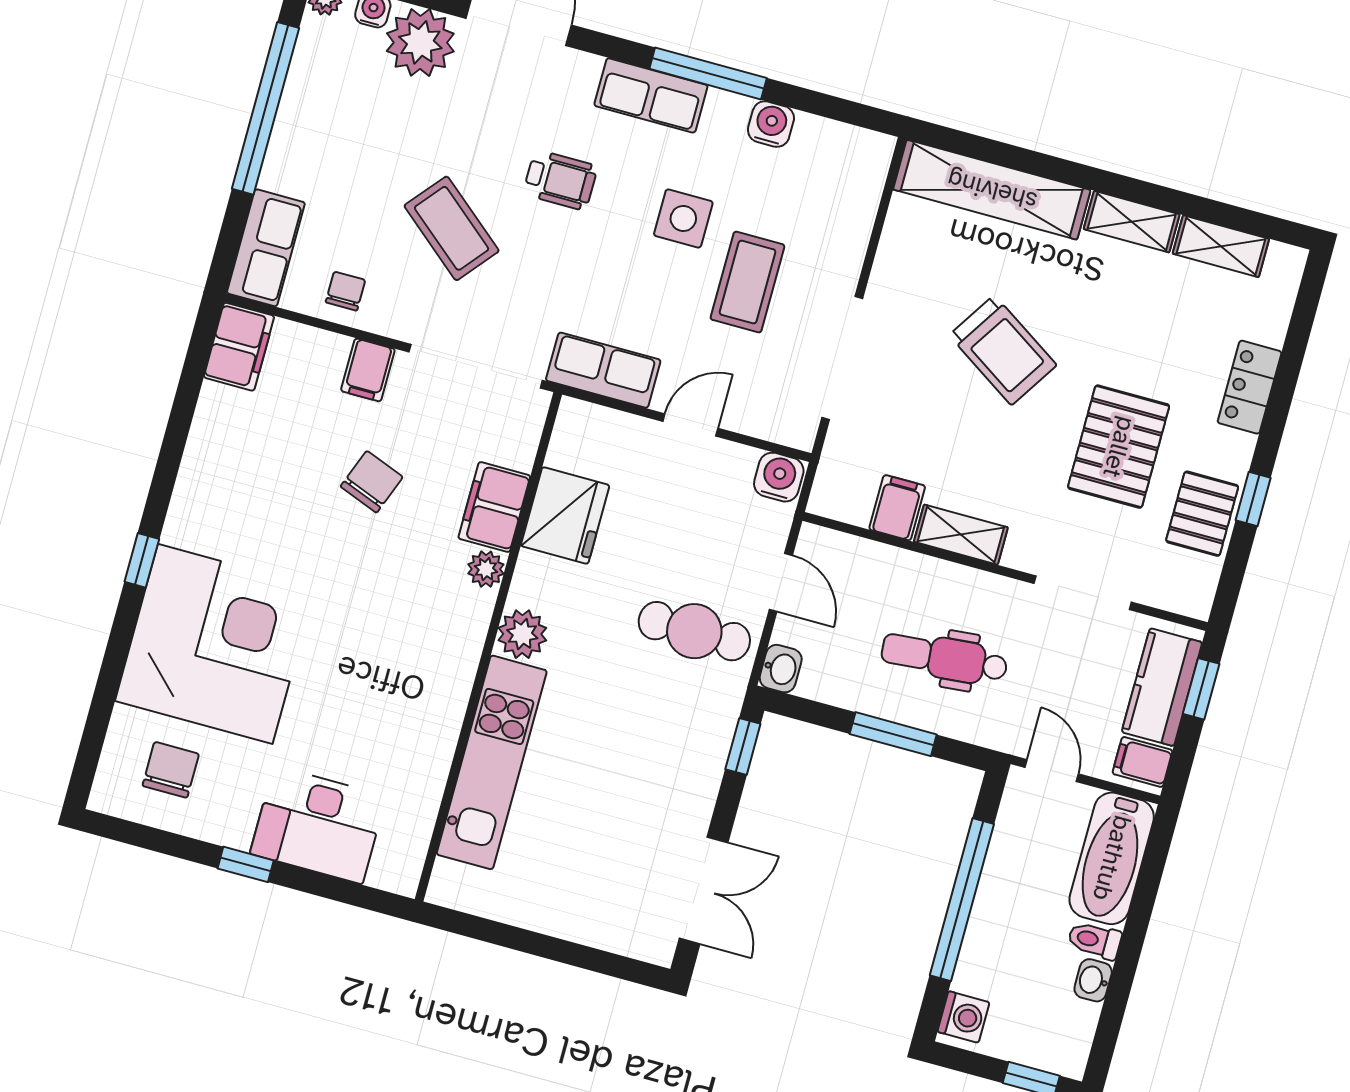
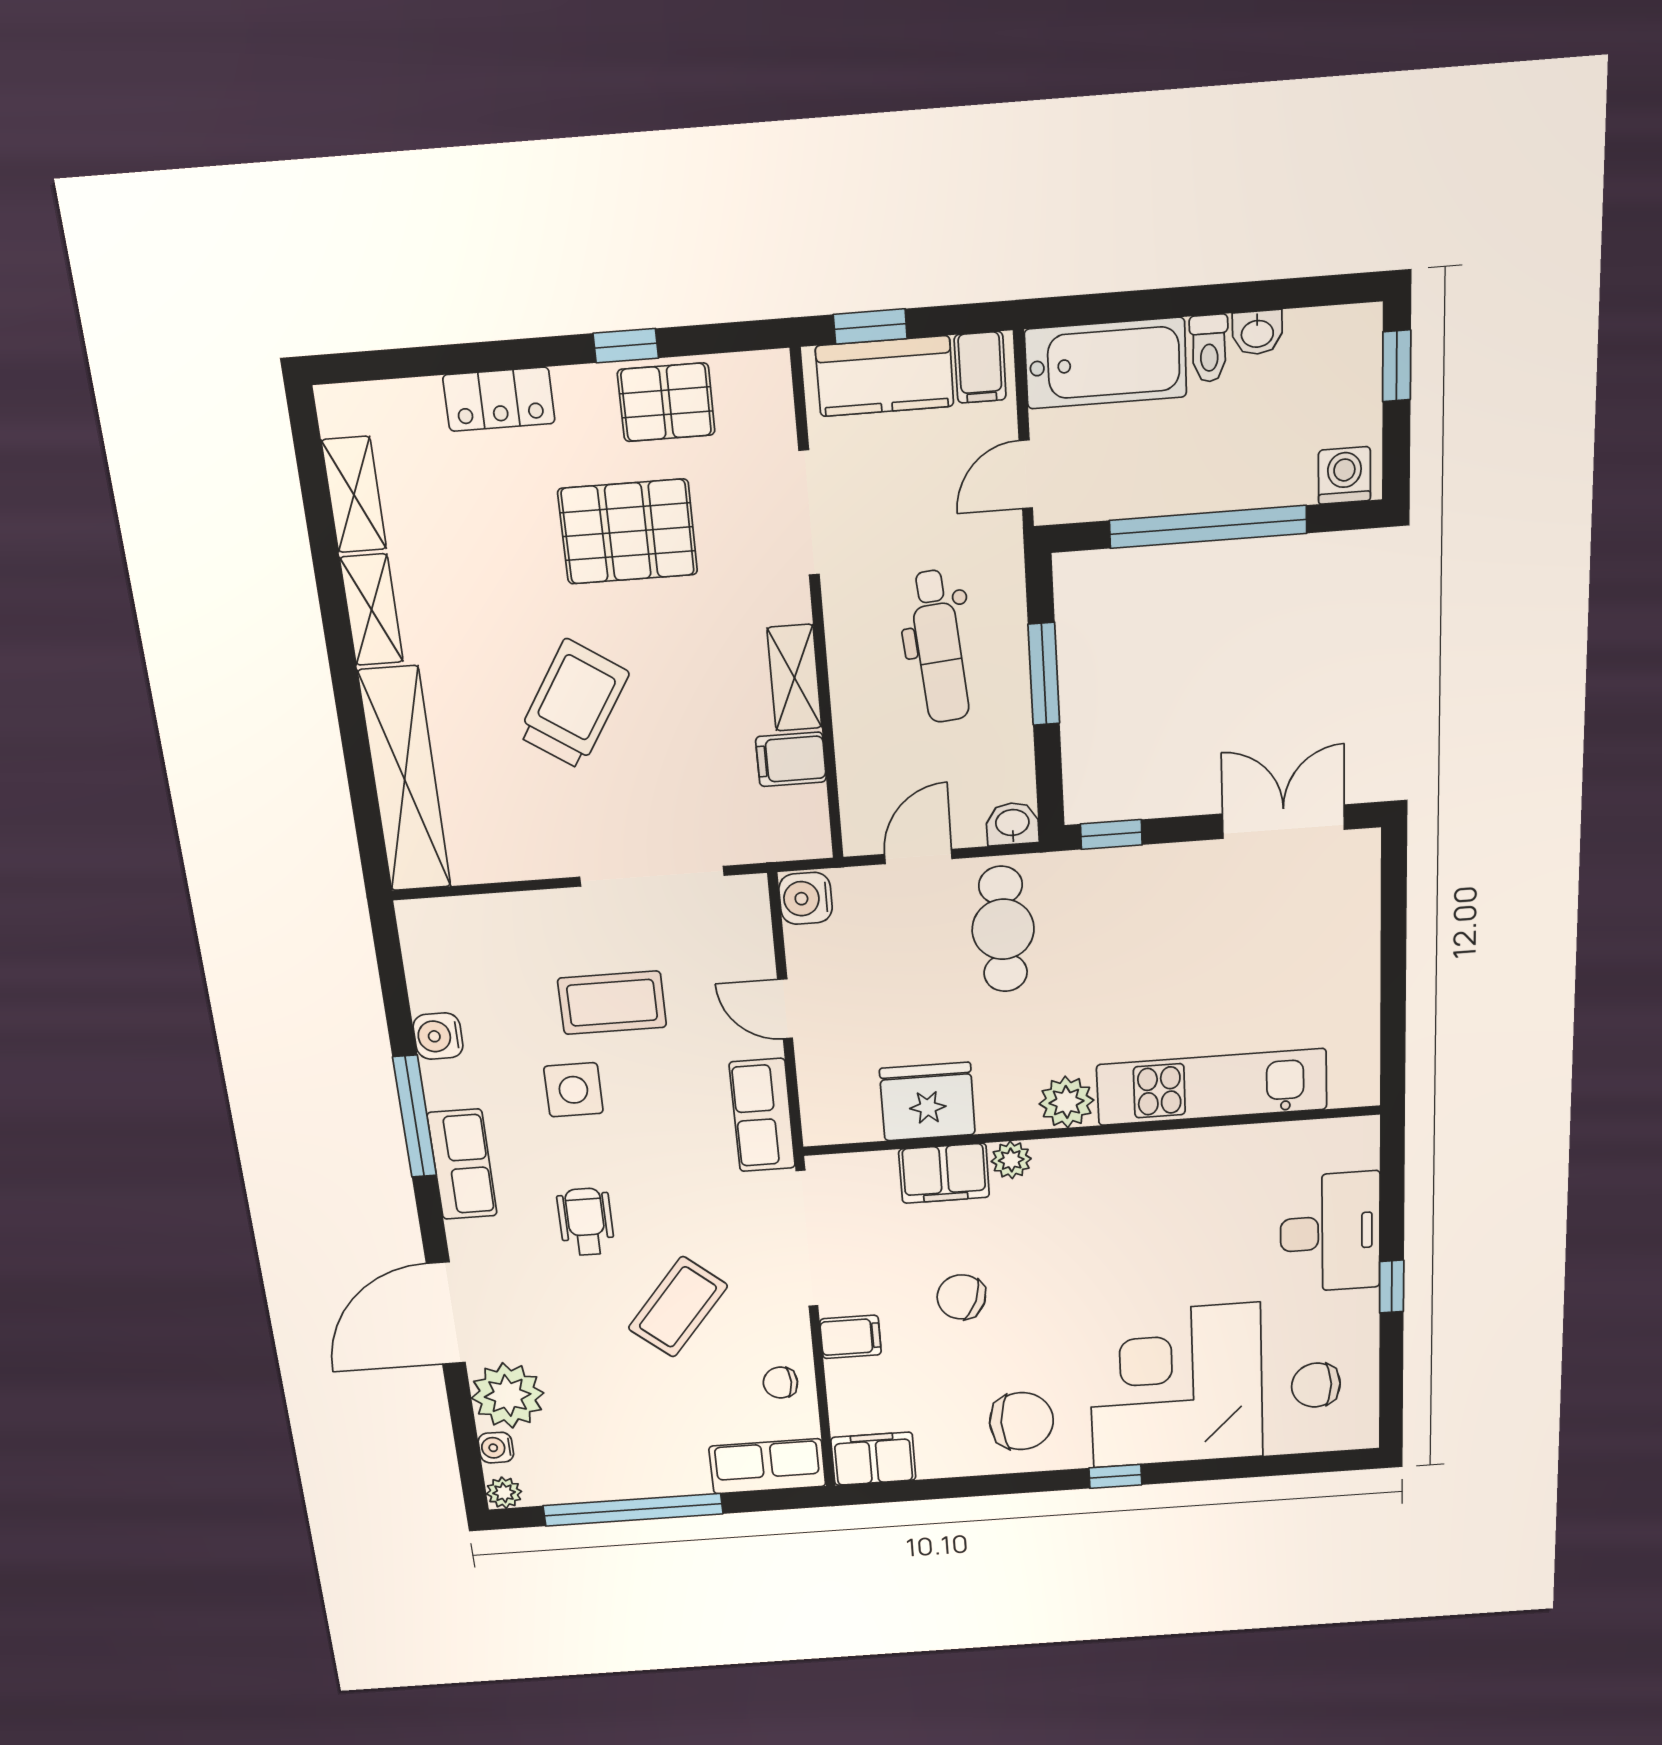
chair: (229, 494) -> (1021, 1421), added

